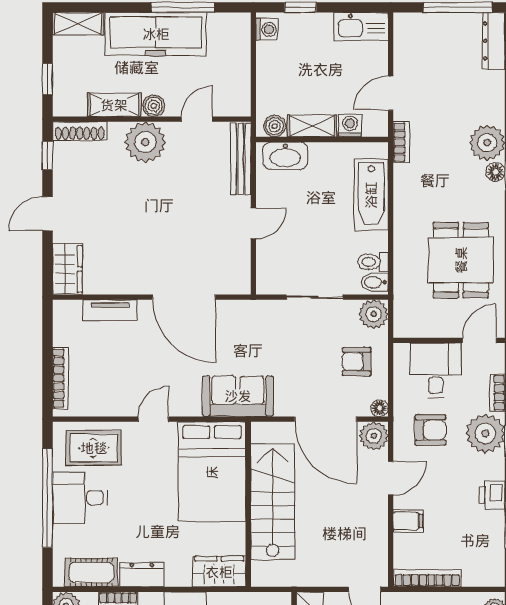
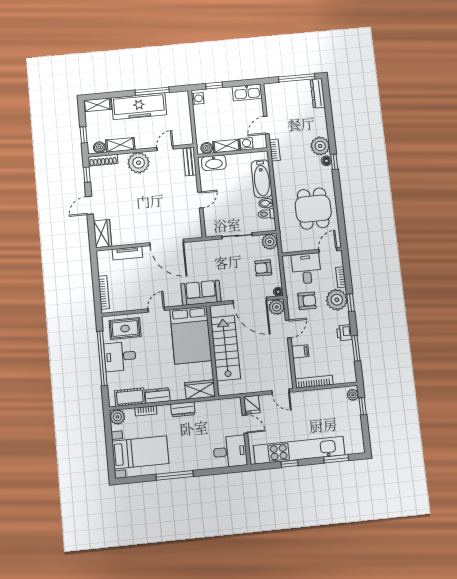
boiler: (154, 106) -> (99, 147), moved
bench: (241, 159) -> (190, 162), width x0.73
bidet: (375, 282) -> (266, 203), moved

